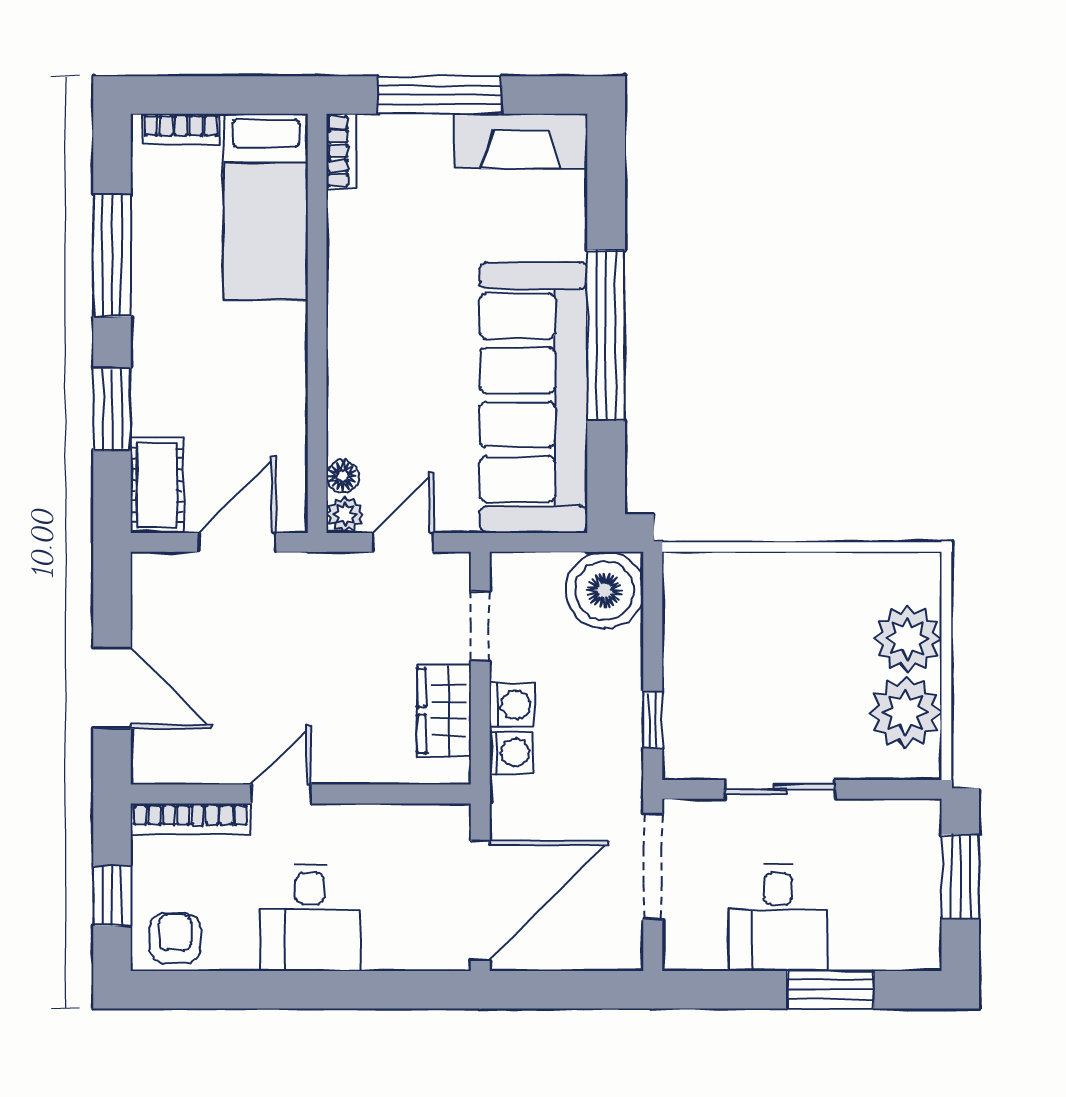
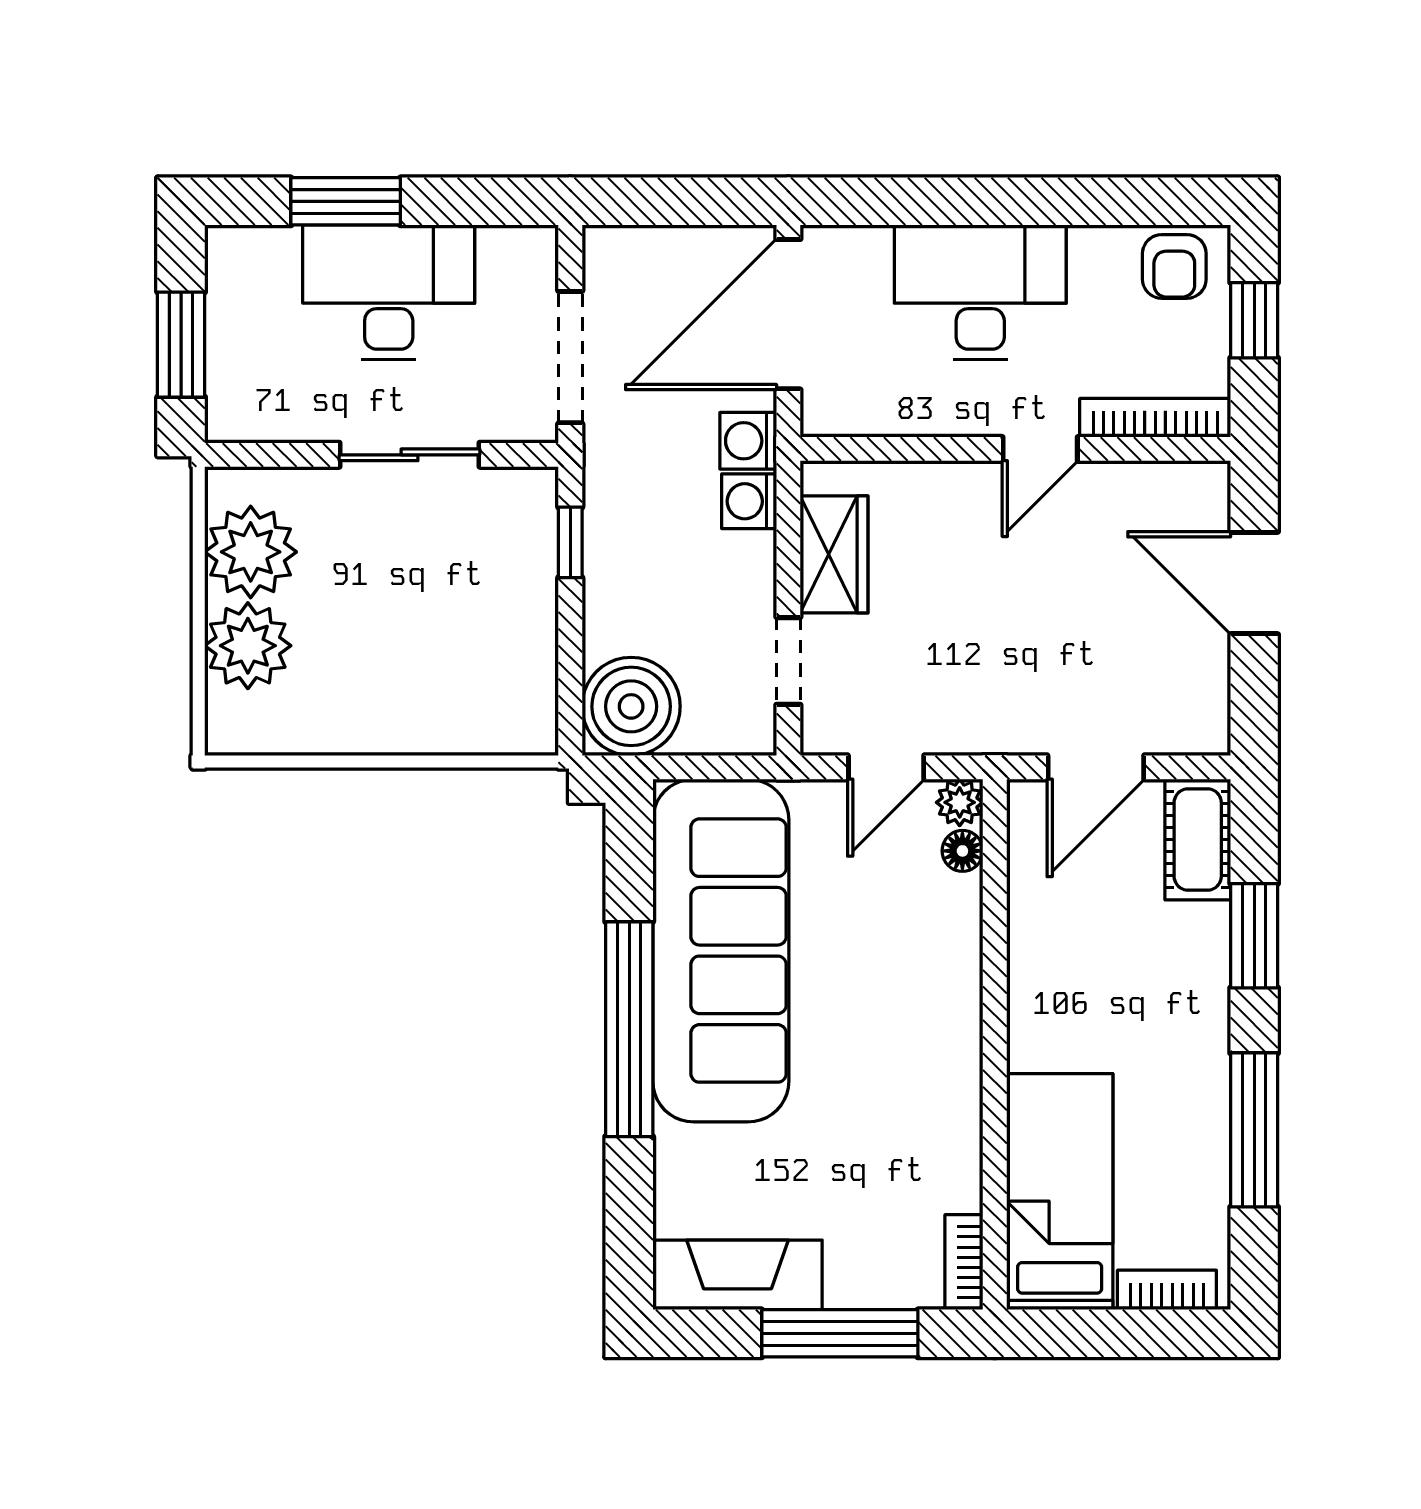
washing machine: (512, 705) -> (748, 441), moved
desk: (310, 918) -> (980, 292), width x1.37
desk: (778, 918) -> (389, 292), width x1.37

